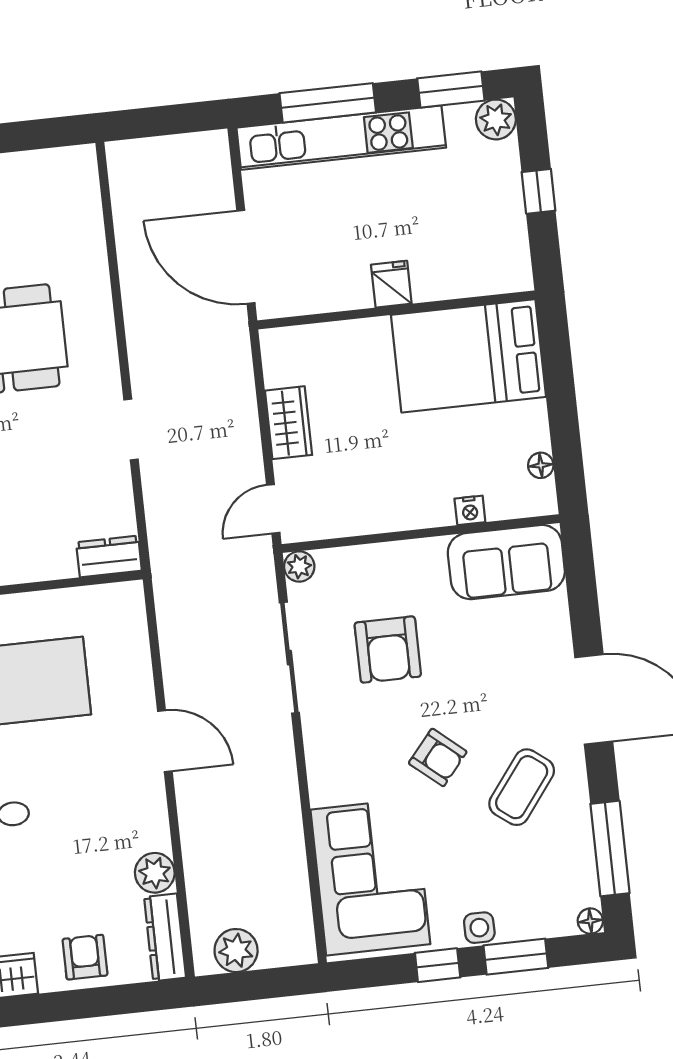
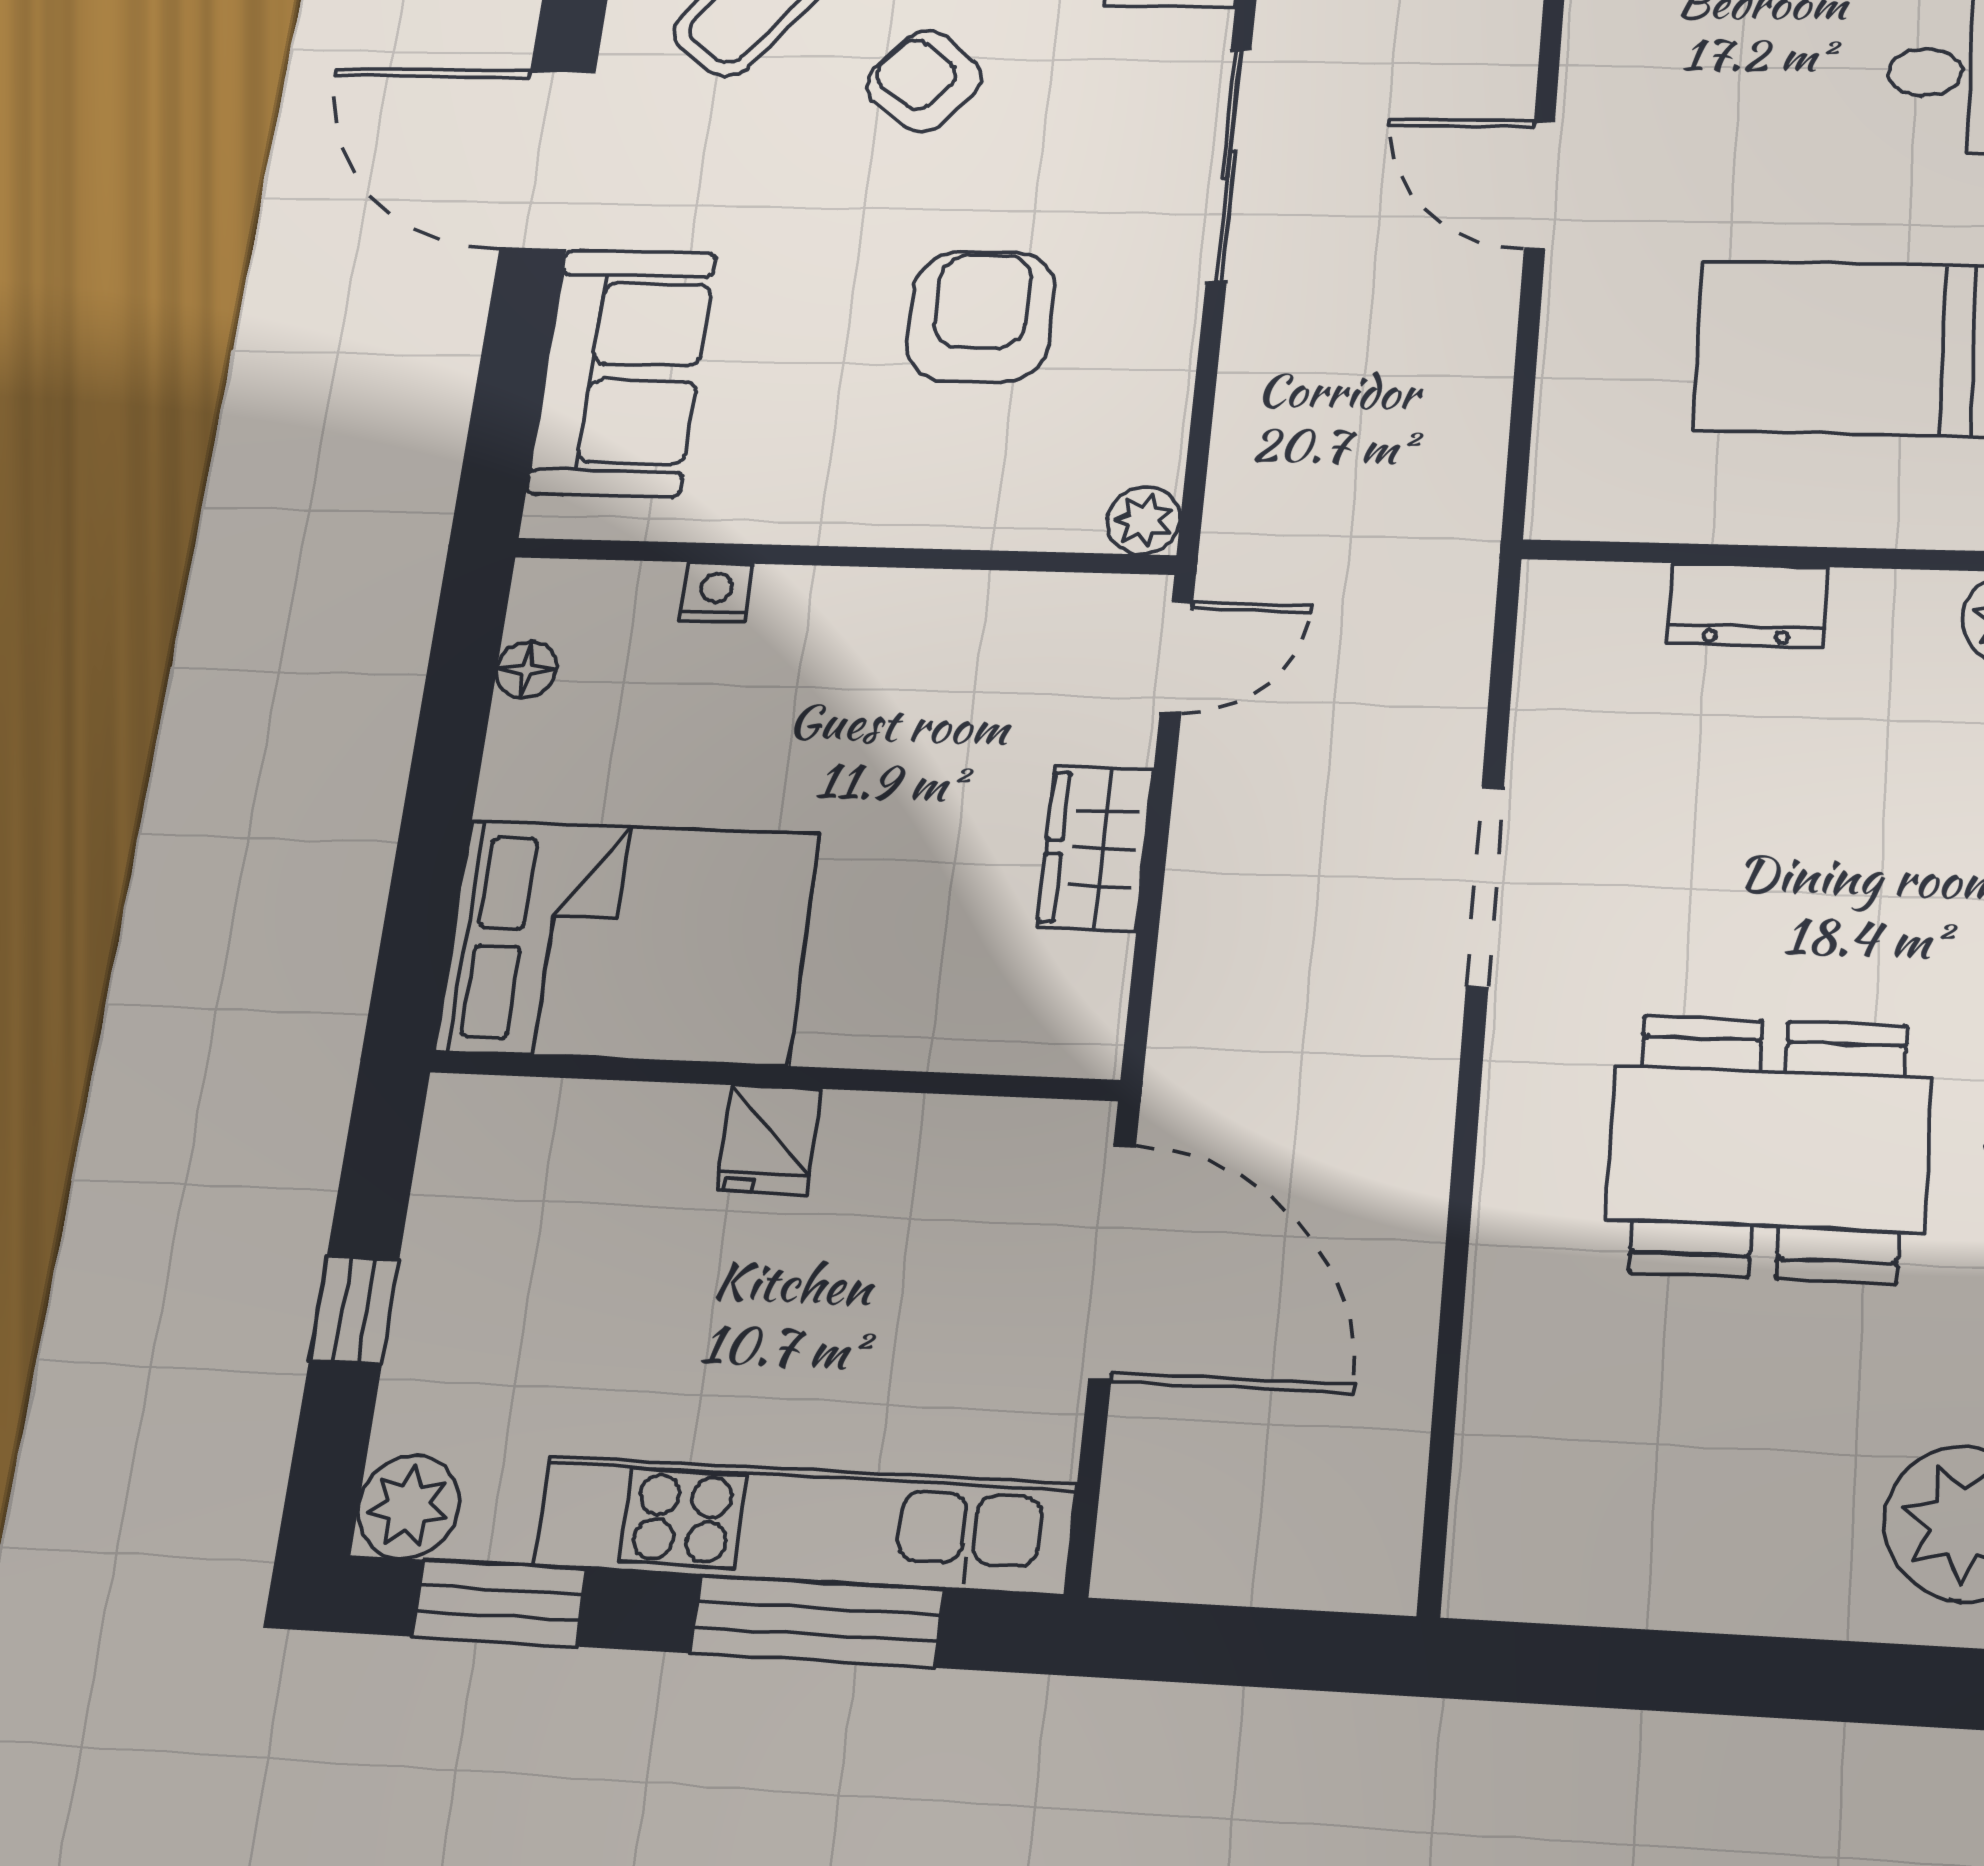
doorway: (131, 430) -> (1485, 886), width x1.38
dresser: (109, 556) -> (1748, 605), moved
sofa: (506, 562) -> (622, 372), moved, turned 90
sliding door: (289, 658) -> (1229, 165), moved

